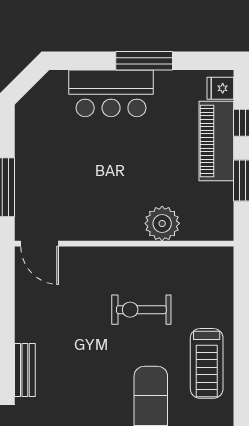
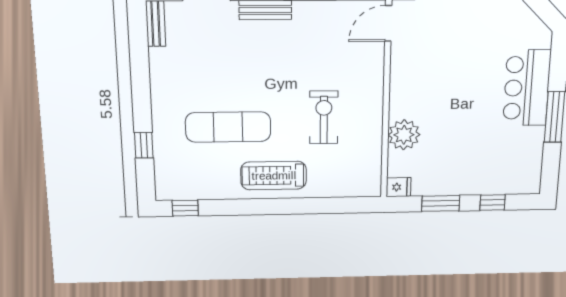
fridge: (220, 88) -> (399, 187), moved, turned 90
piano: (216, 141) -> (477, 180), removed

